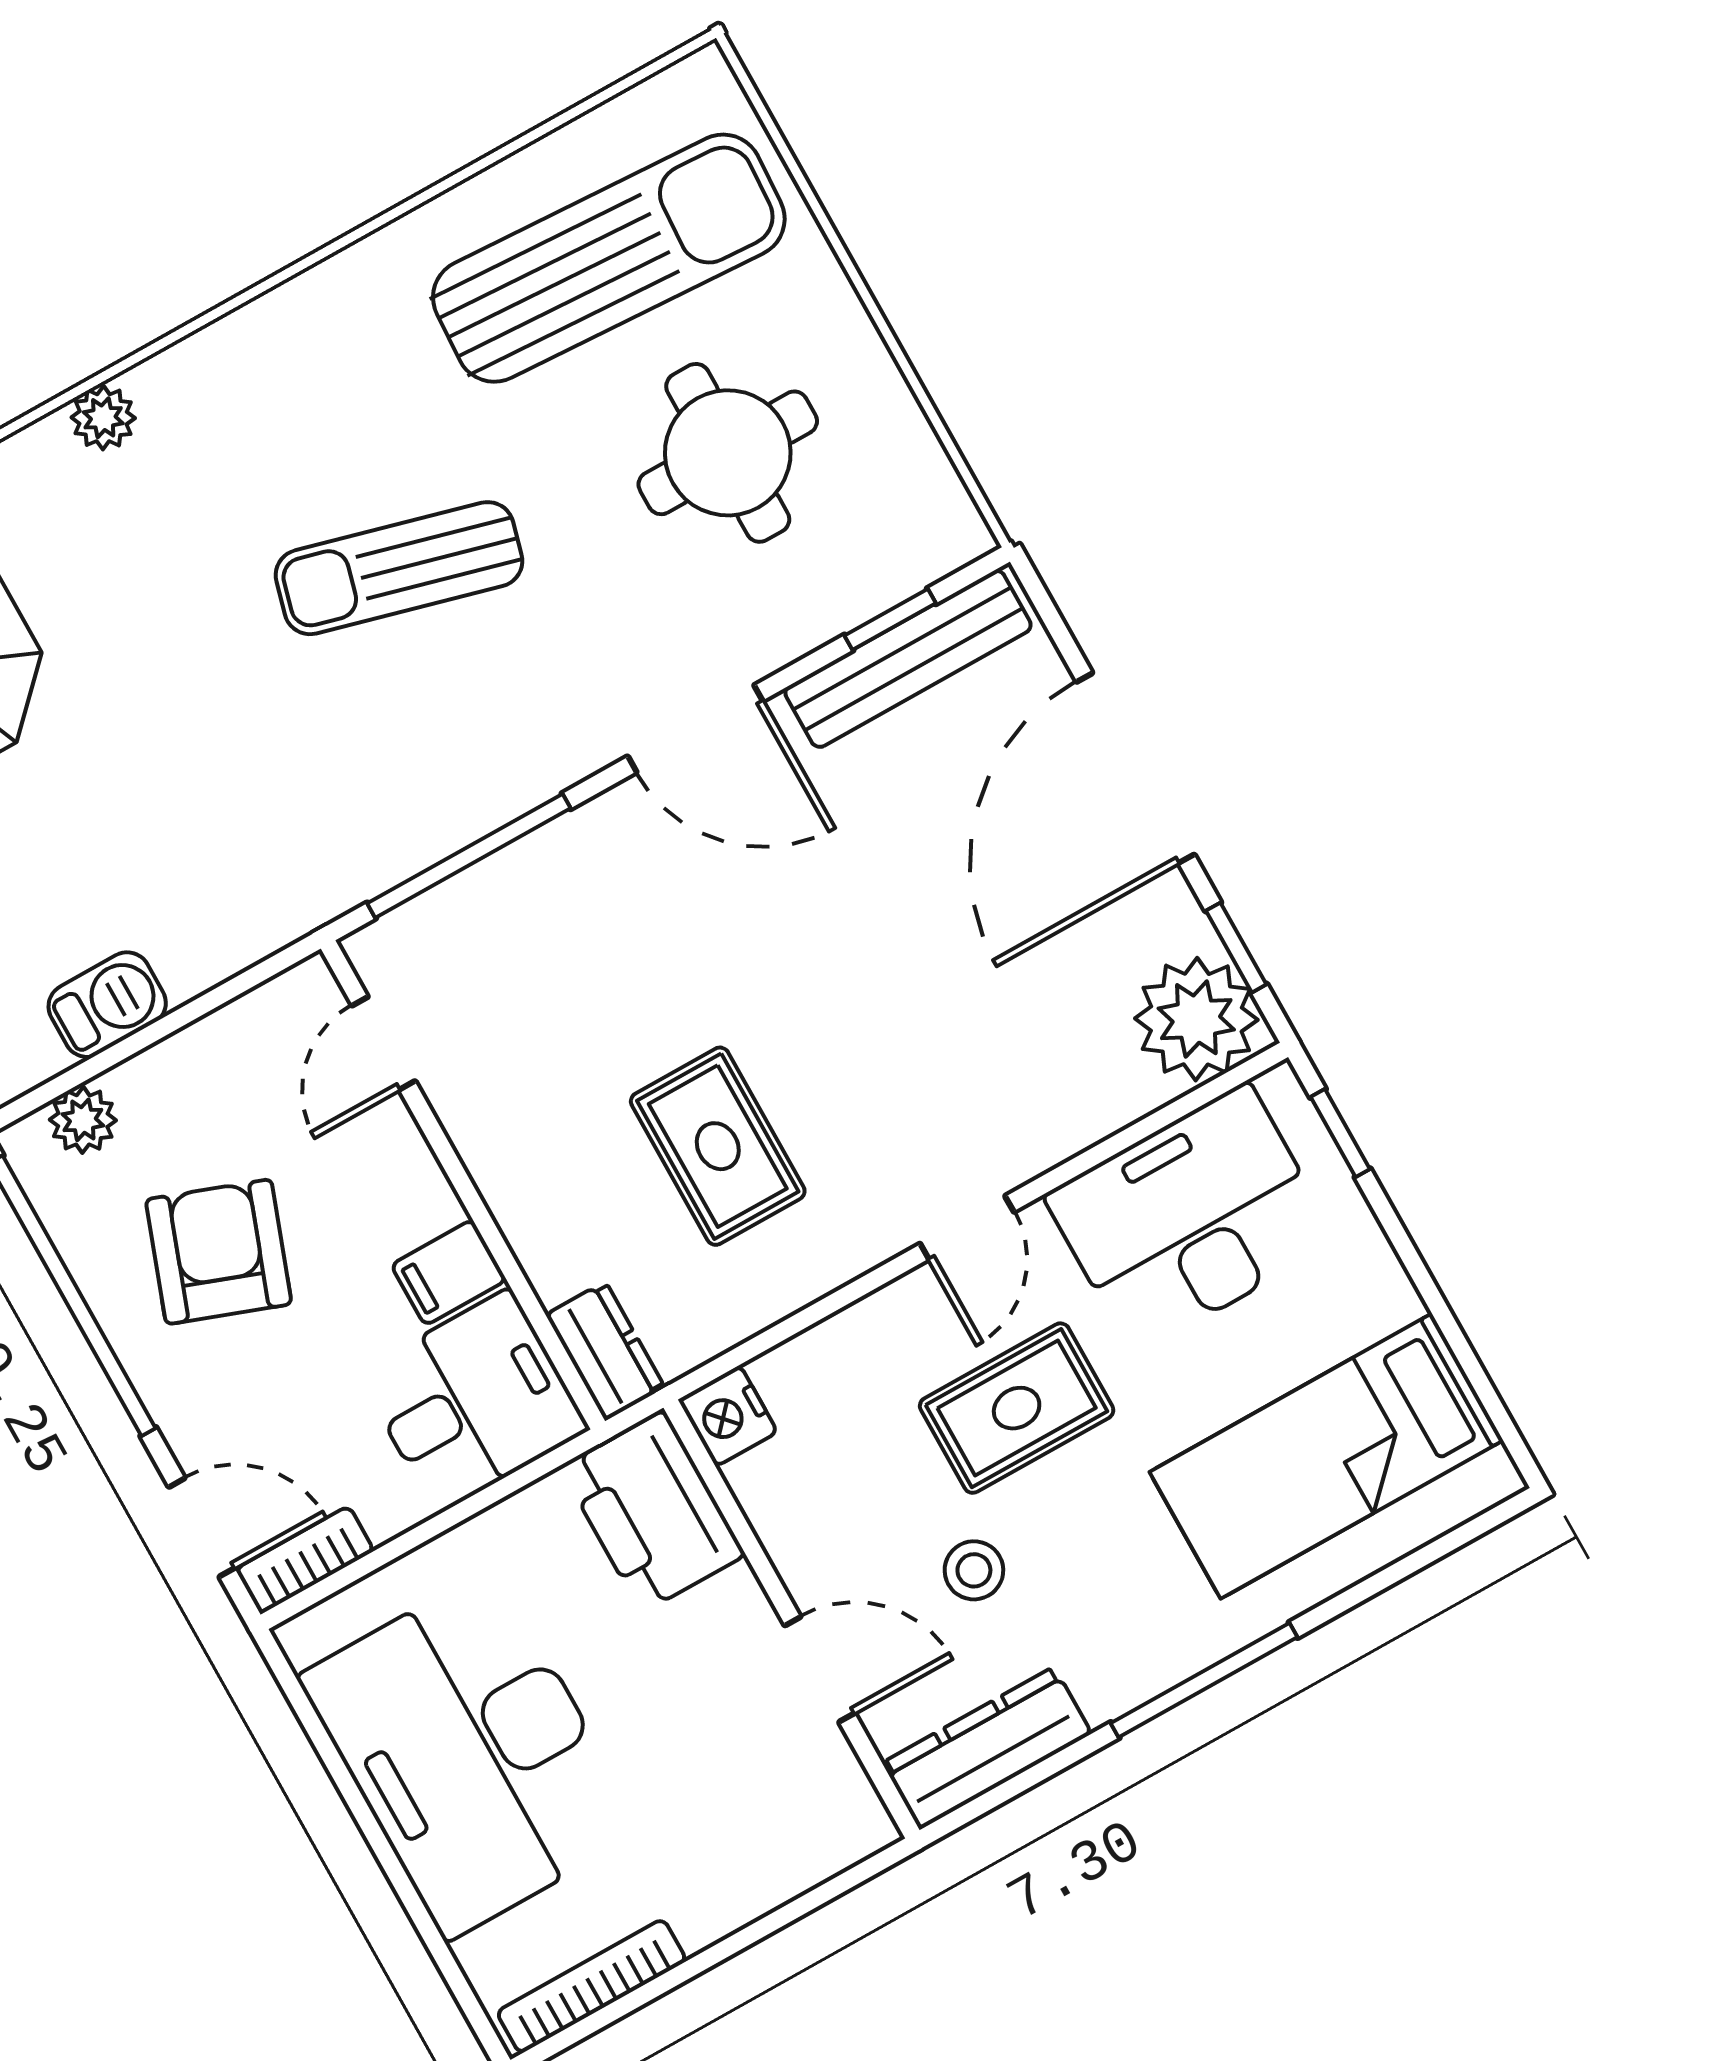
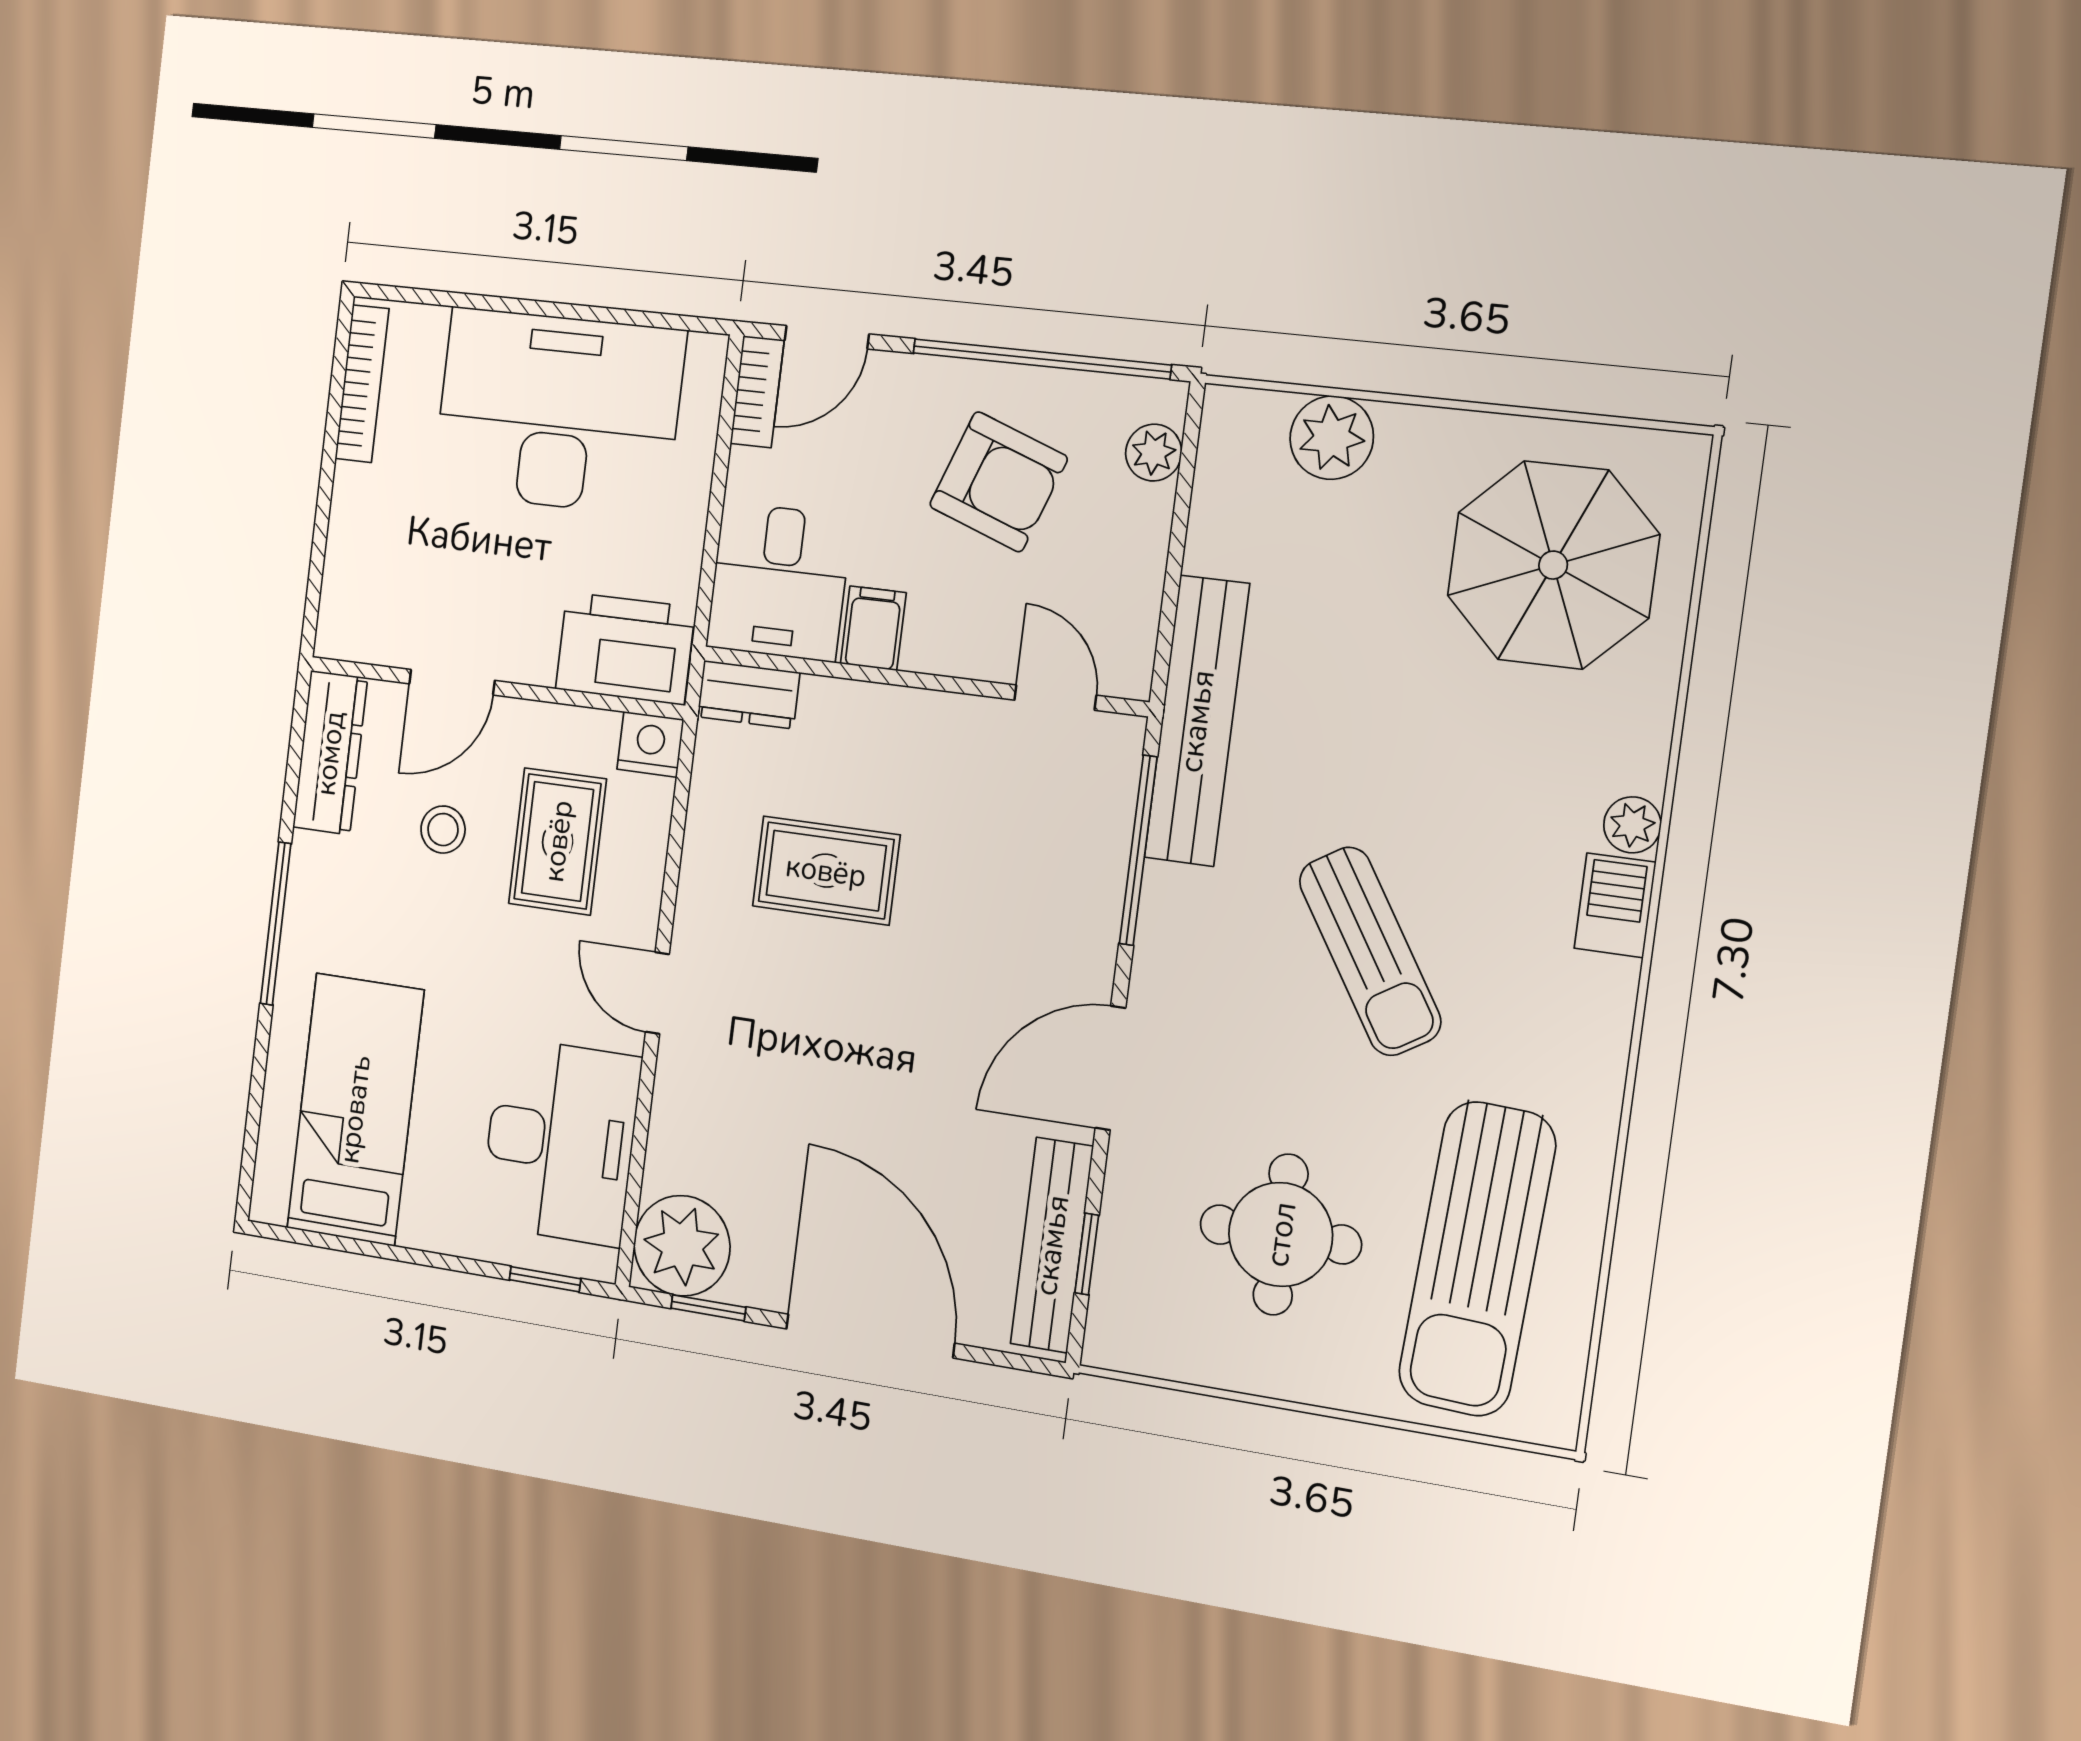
sun lounger: (399, 568) -> (1370, 951), turned 133
bench: (305, 891) -> (1197, 721), added
barbecue: (107, 1005) -> (1615, 905), moved, turned 180
rug: (1017, 1408) -> (558, 841), moved

